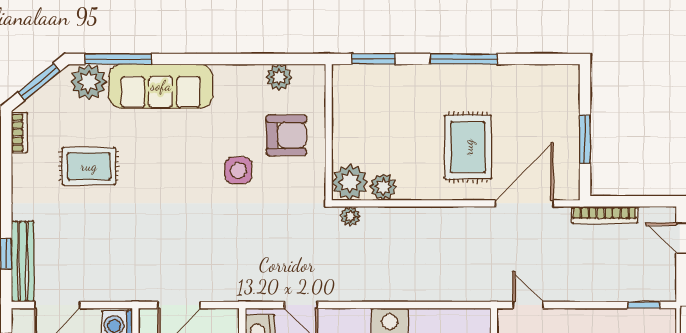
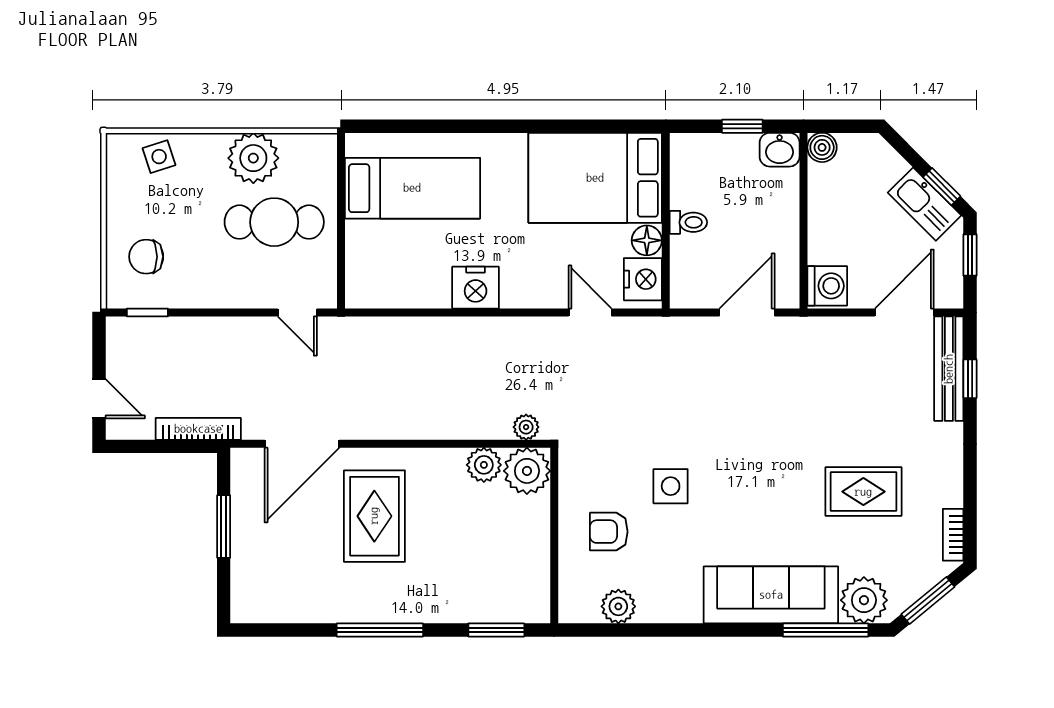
armchair: (286, 135) -> (609, 532), width x0.72, depth x0.72

